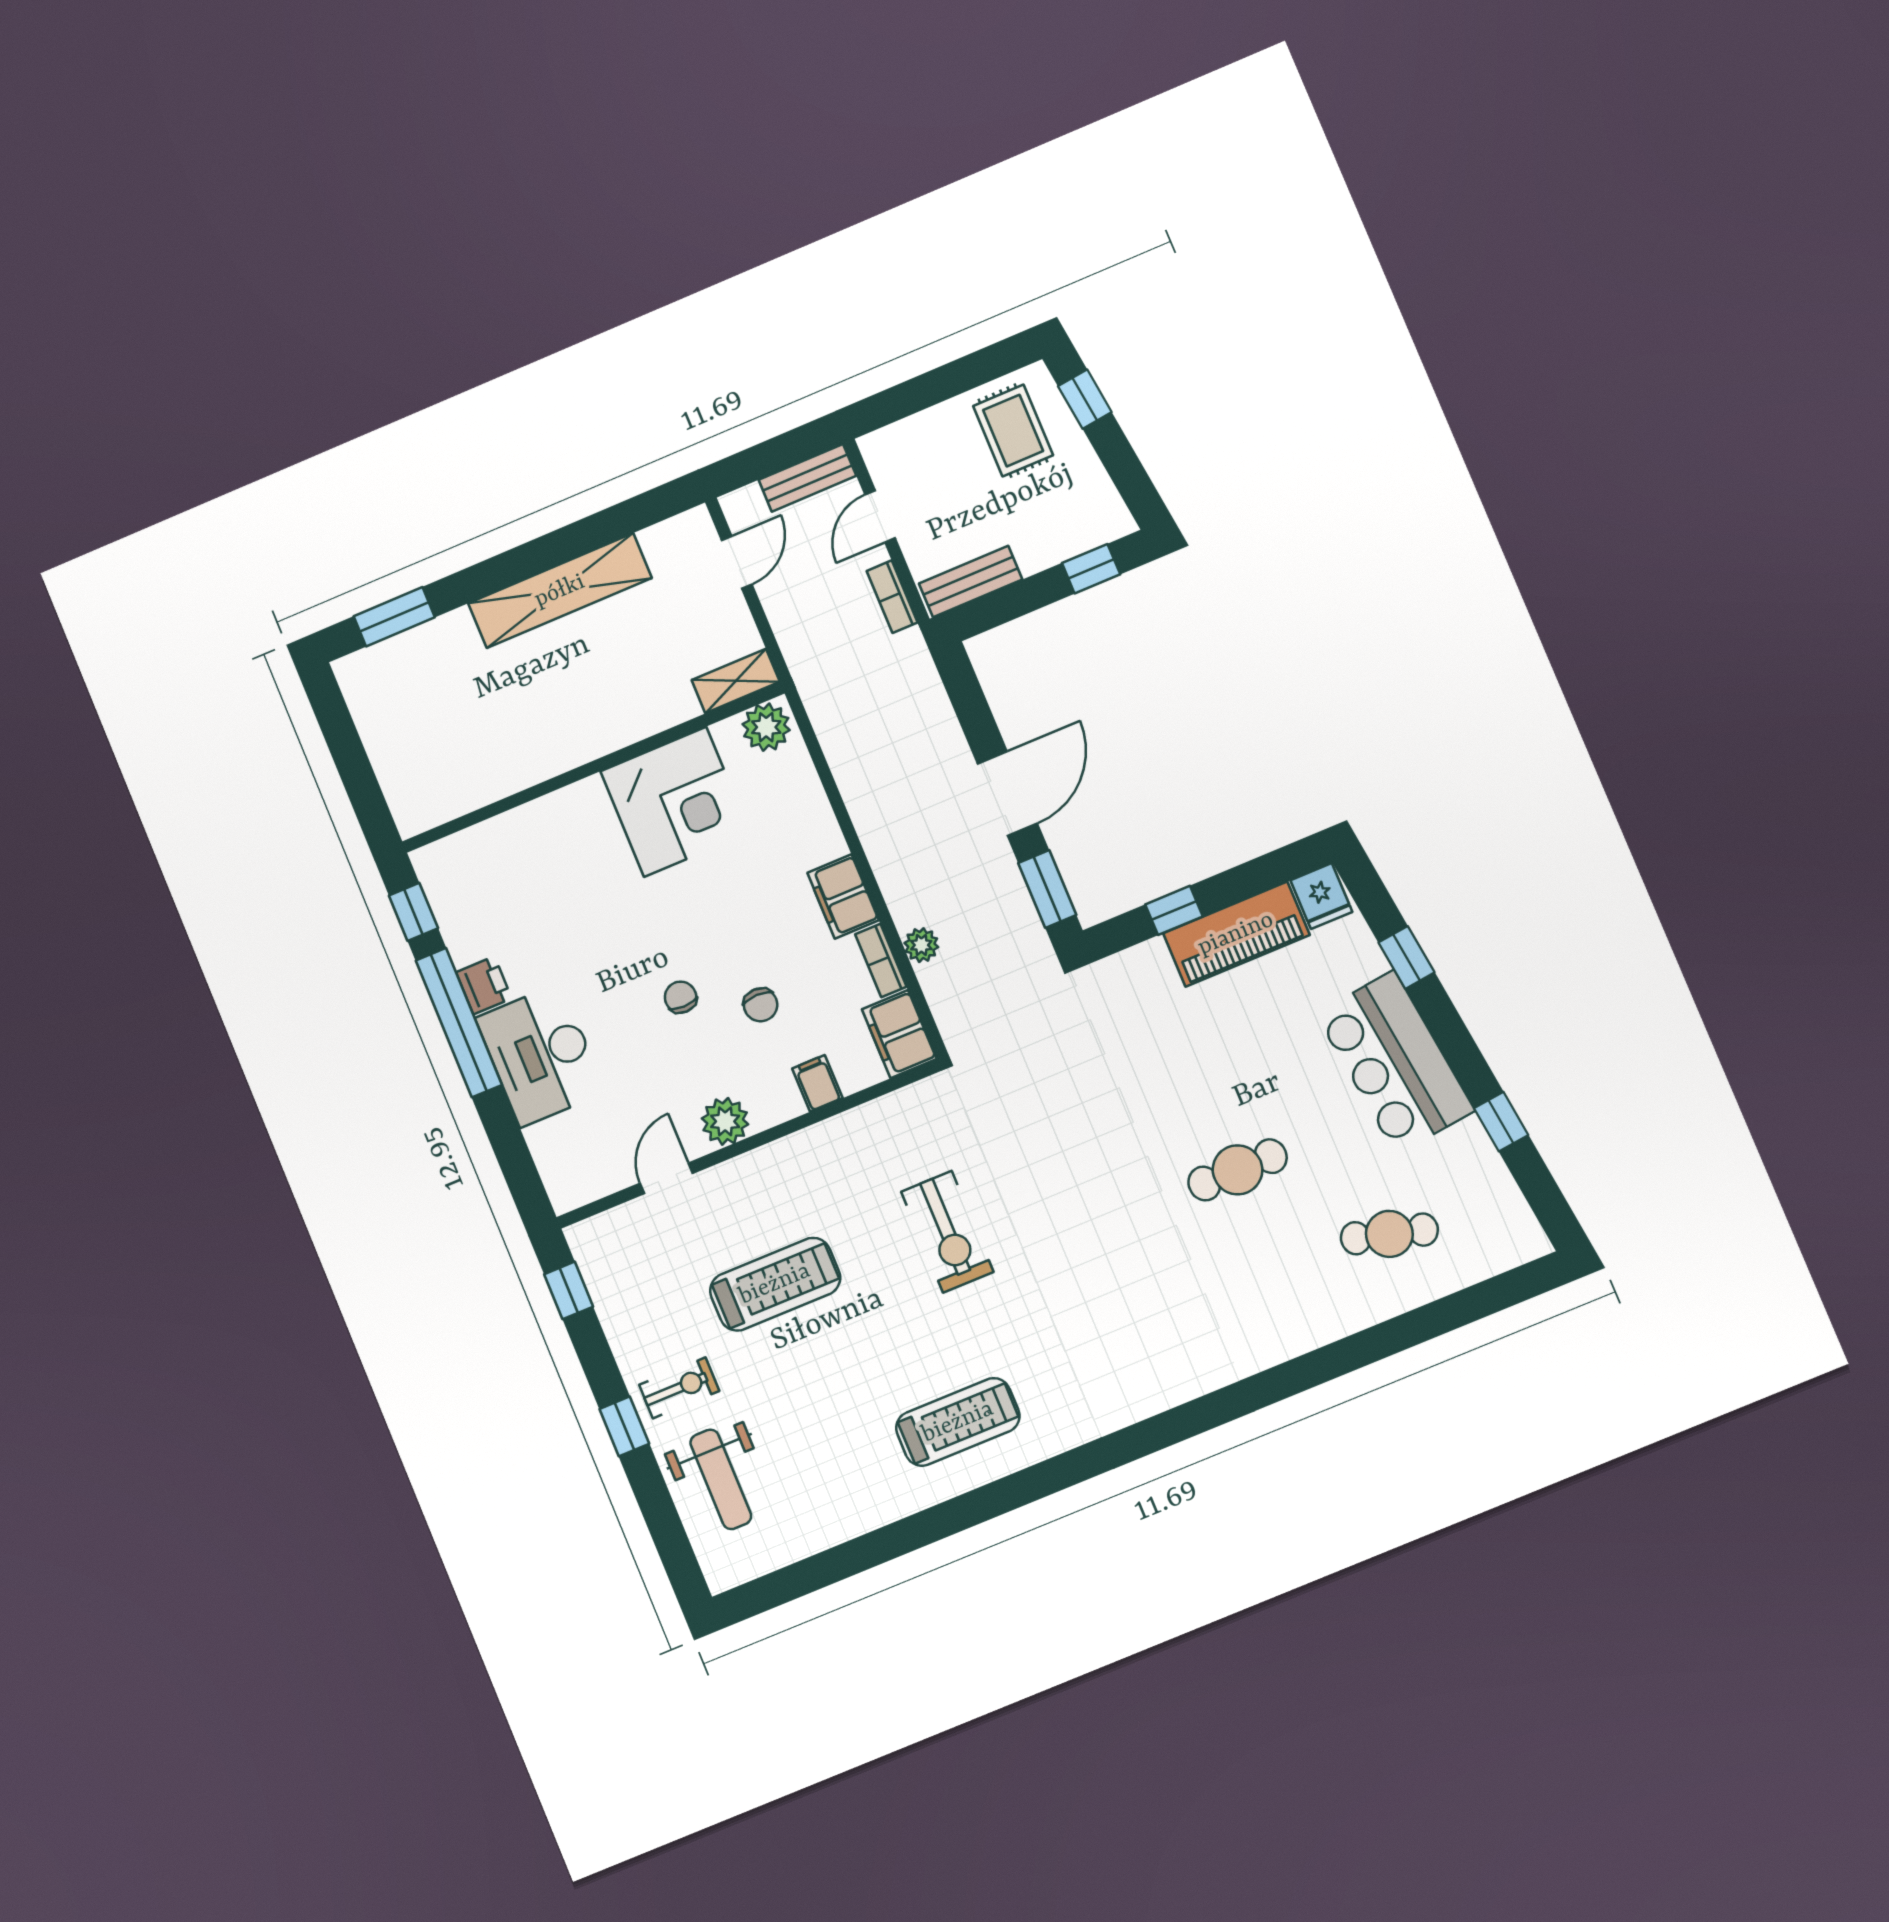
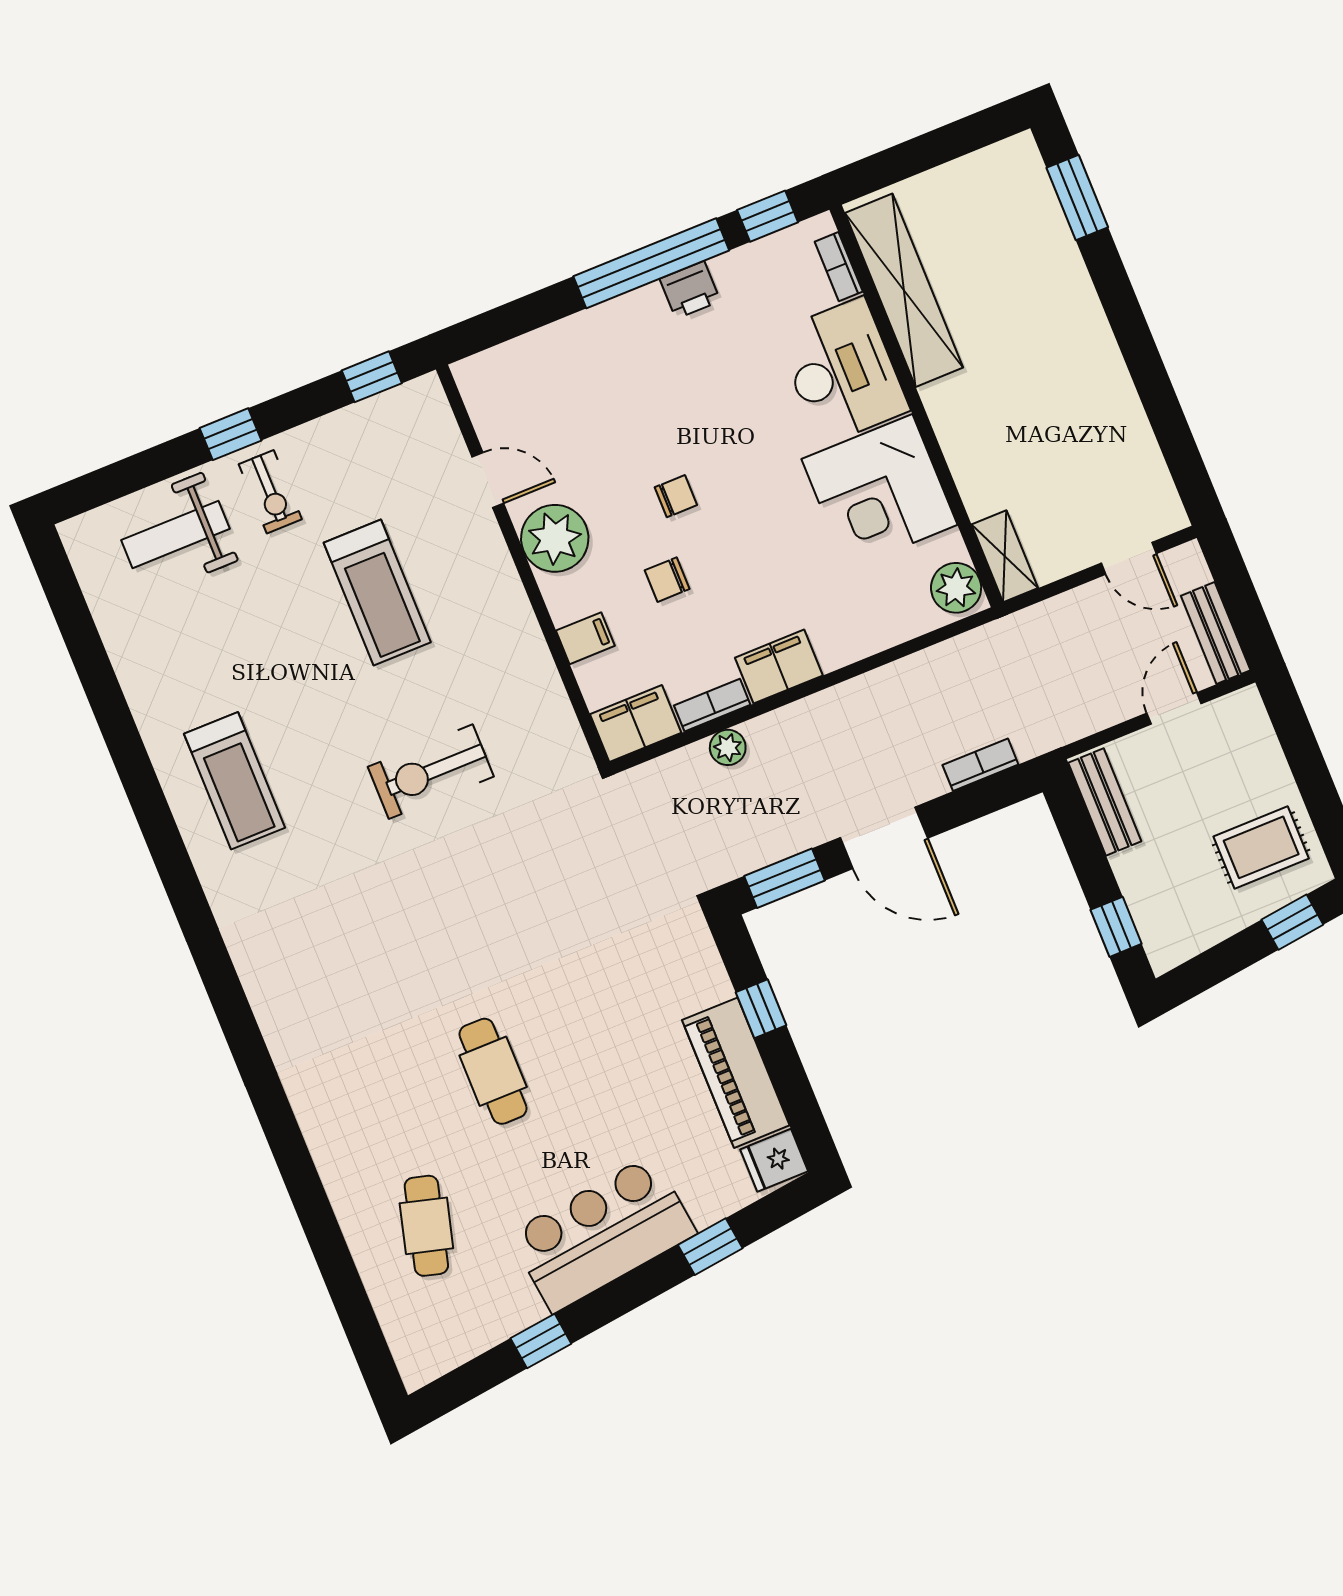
door: (880, 516) -> (1174, 708), hinge flipped
shelving: (560, 591) -> (904, 290), moved
bookcase: (892, 597) -> (980, 765), moved
bookcase: (461, 843) -> (839, 267), added
desk: (541, 1055) -> (842, 371), moved, turned 90
plant: (725, 1121) -> (555, 538), width x1.36, depth x1.36

